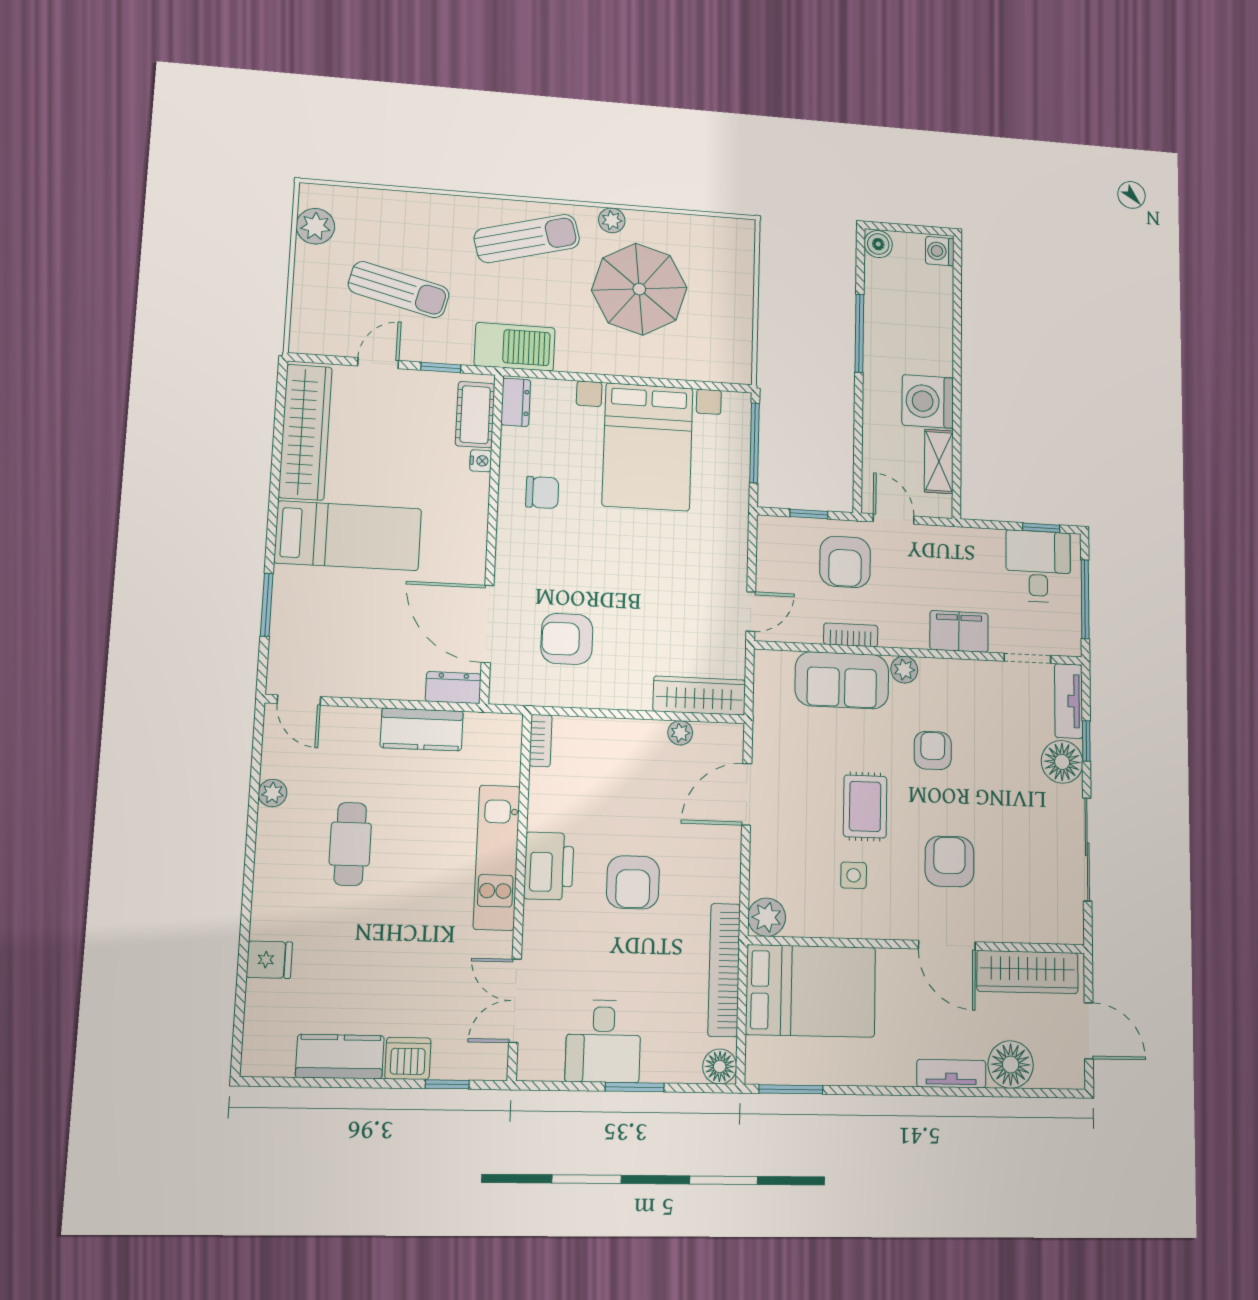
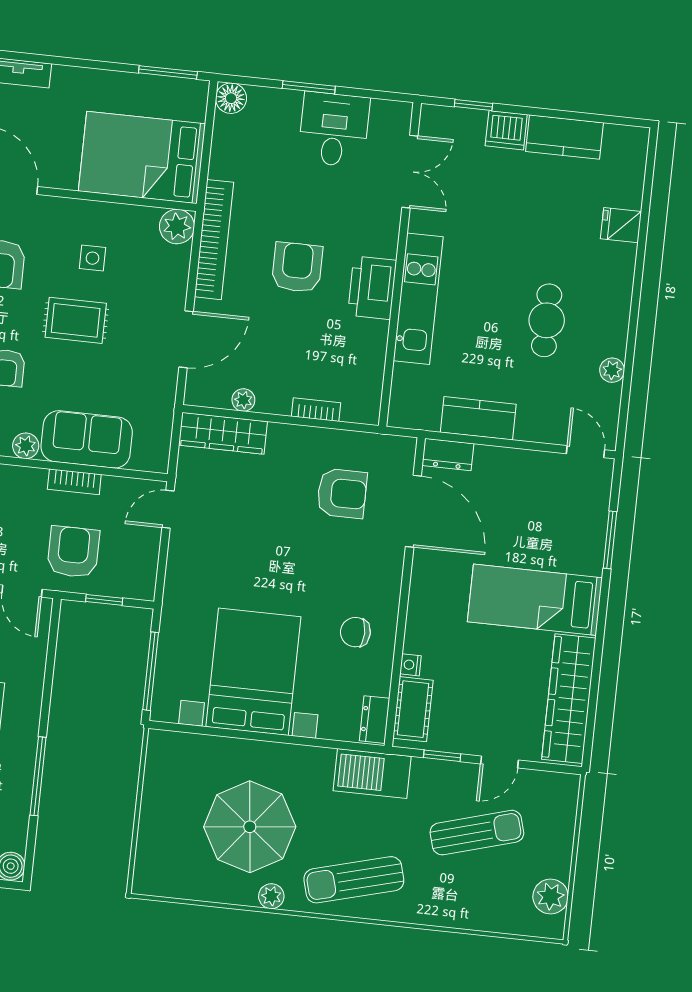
sun lounger: (399, 290) -> (477, 833), turned 150
bookcase: (541, 741) -> (316, 410), moved, turned 90
rug: (865, 806) -> (76, 320), turned 90
bookcase: (724, 970) -> (214, 240), moved

